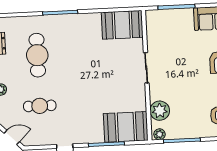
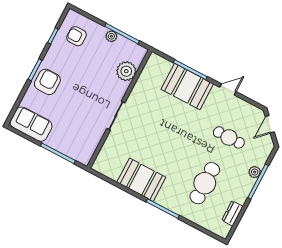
booth: (122, 25) -> (141, 180), moved
booth: (126, 127) -> (187, 87), moved
plant: (160, 134) -> (111, 36), moved
door: (12, 137) -> (270, 124), hinge flipped

